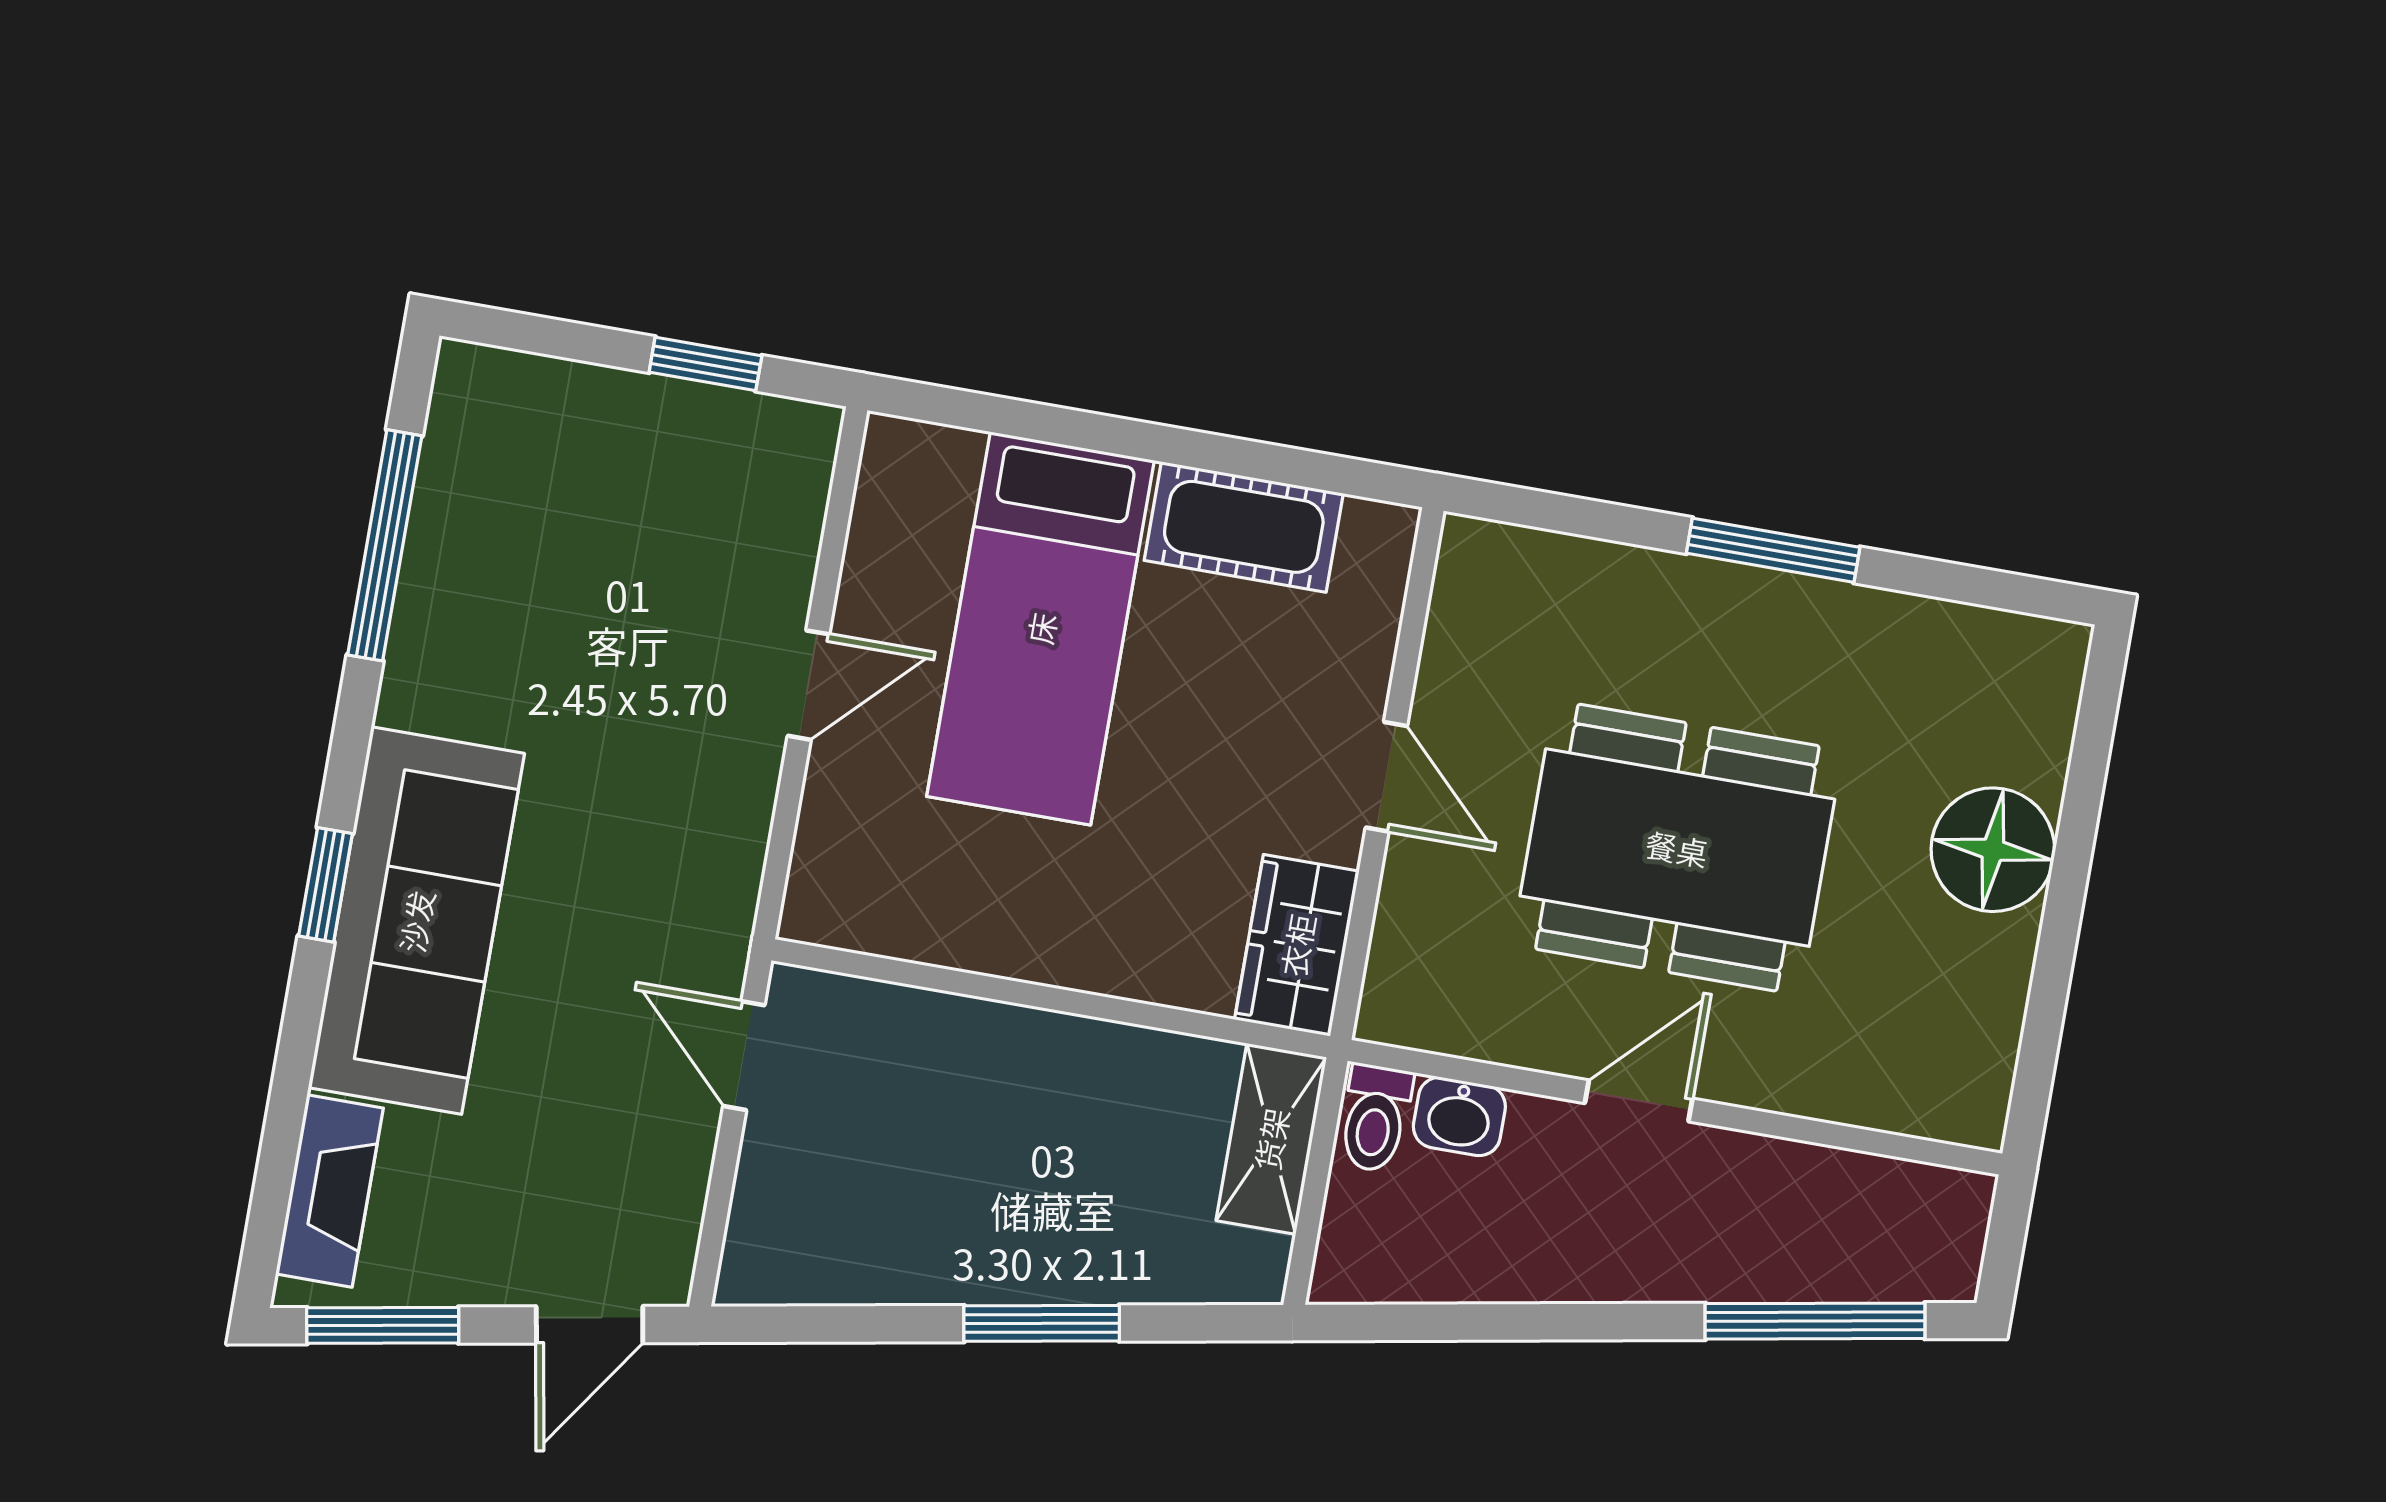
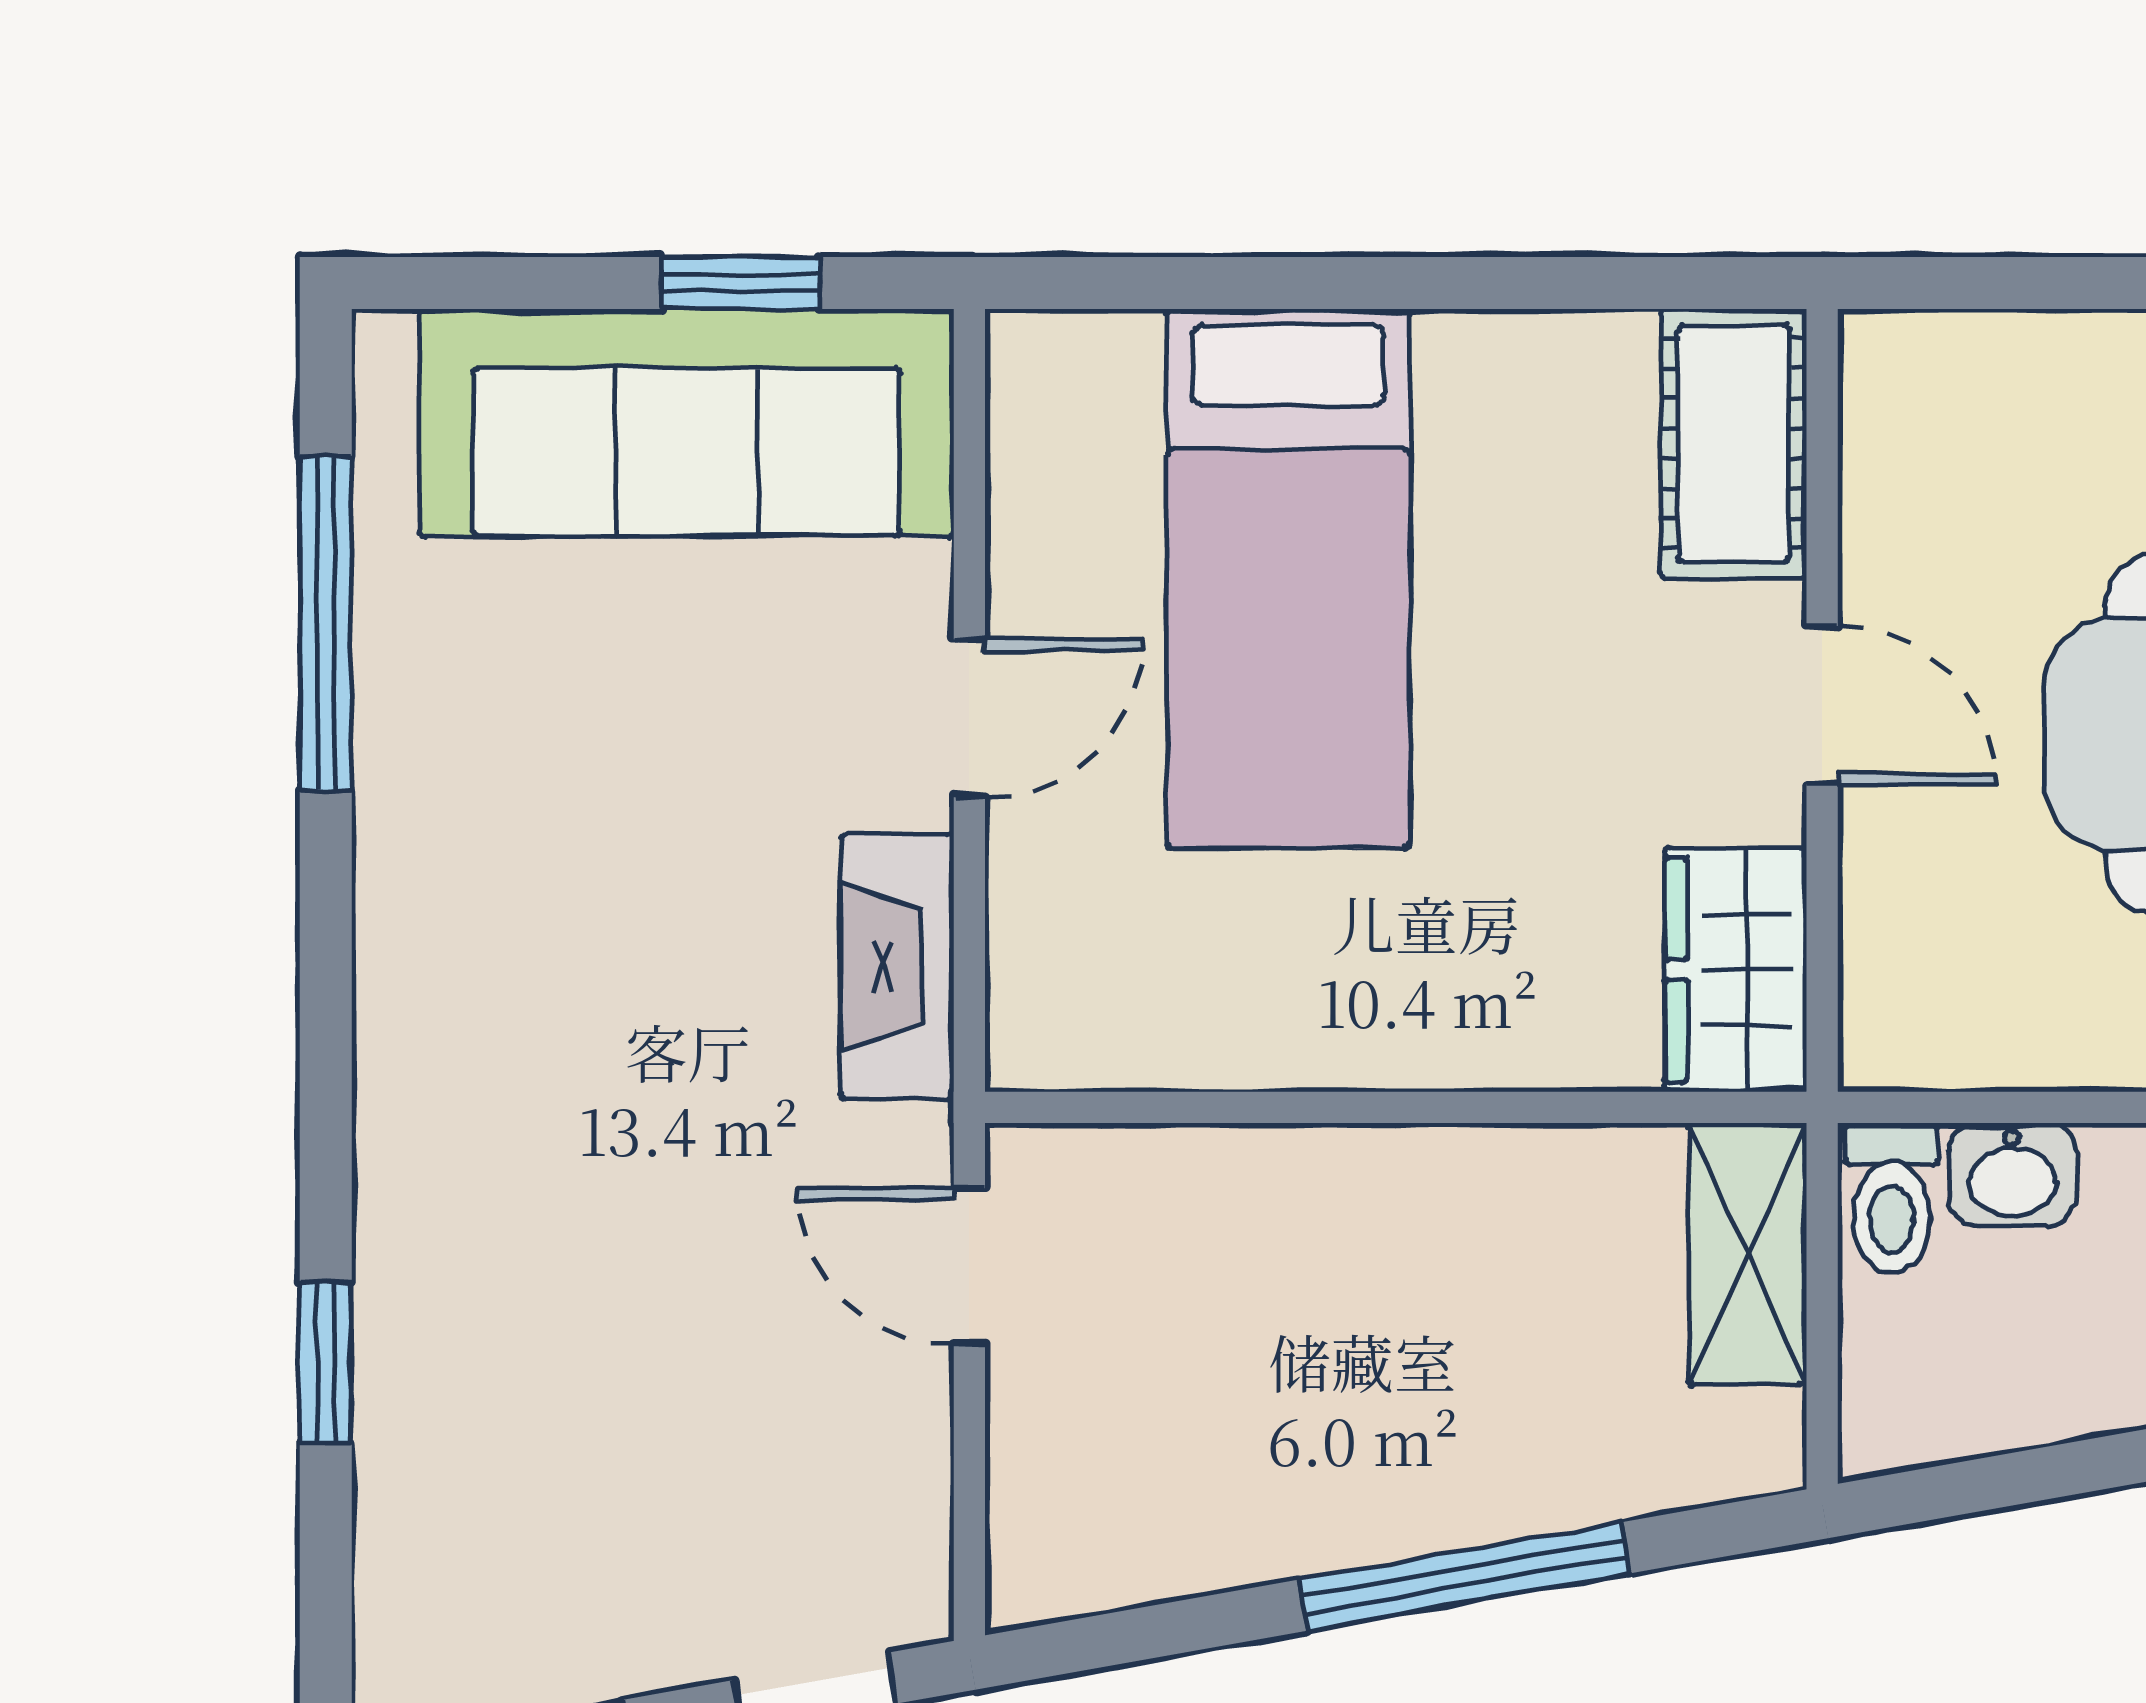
cot: (1244, 527) -> (1733, 444), moved, turned 90
window: (326, 885) -> (326, 1363), moved
sofa: (416, 921) -> (687, 422), moved, turned 90
fireplace: (330, 1191) -> (897, 967), moved, turned 180
window: (1042, 1323) -> (1464, 1577), width x1.44

